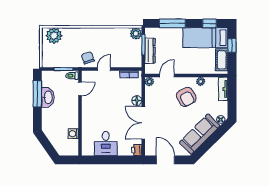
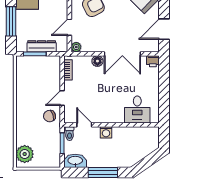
plant: (136, 34) -> (22, 62), removed
door: (104, 69) -> (62, 98), hinge flipped
door: (167, 76) -> (69, 27), hinge flipped
window: (37, 94) -> (103, 173), moved
washbasin: (48, 97) -> (75, 161), moved
washing machine: (73, 134) -> (106, 132), moved
desk: (106, 143) -> (137, 109), moved, turned 90

